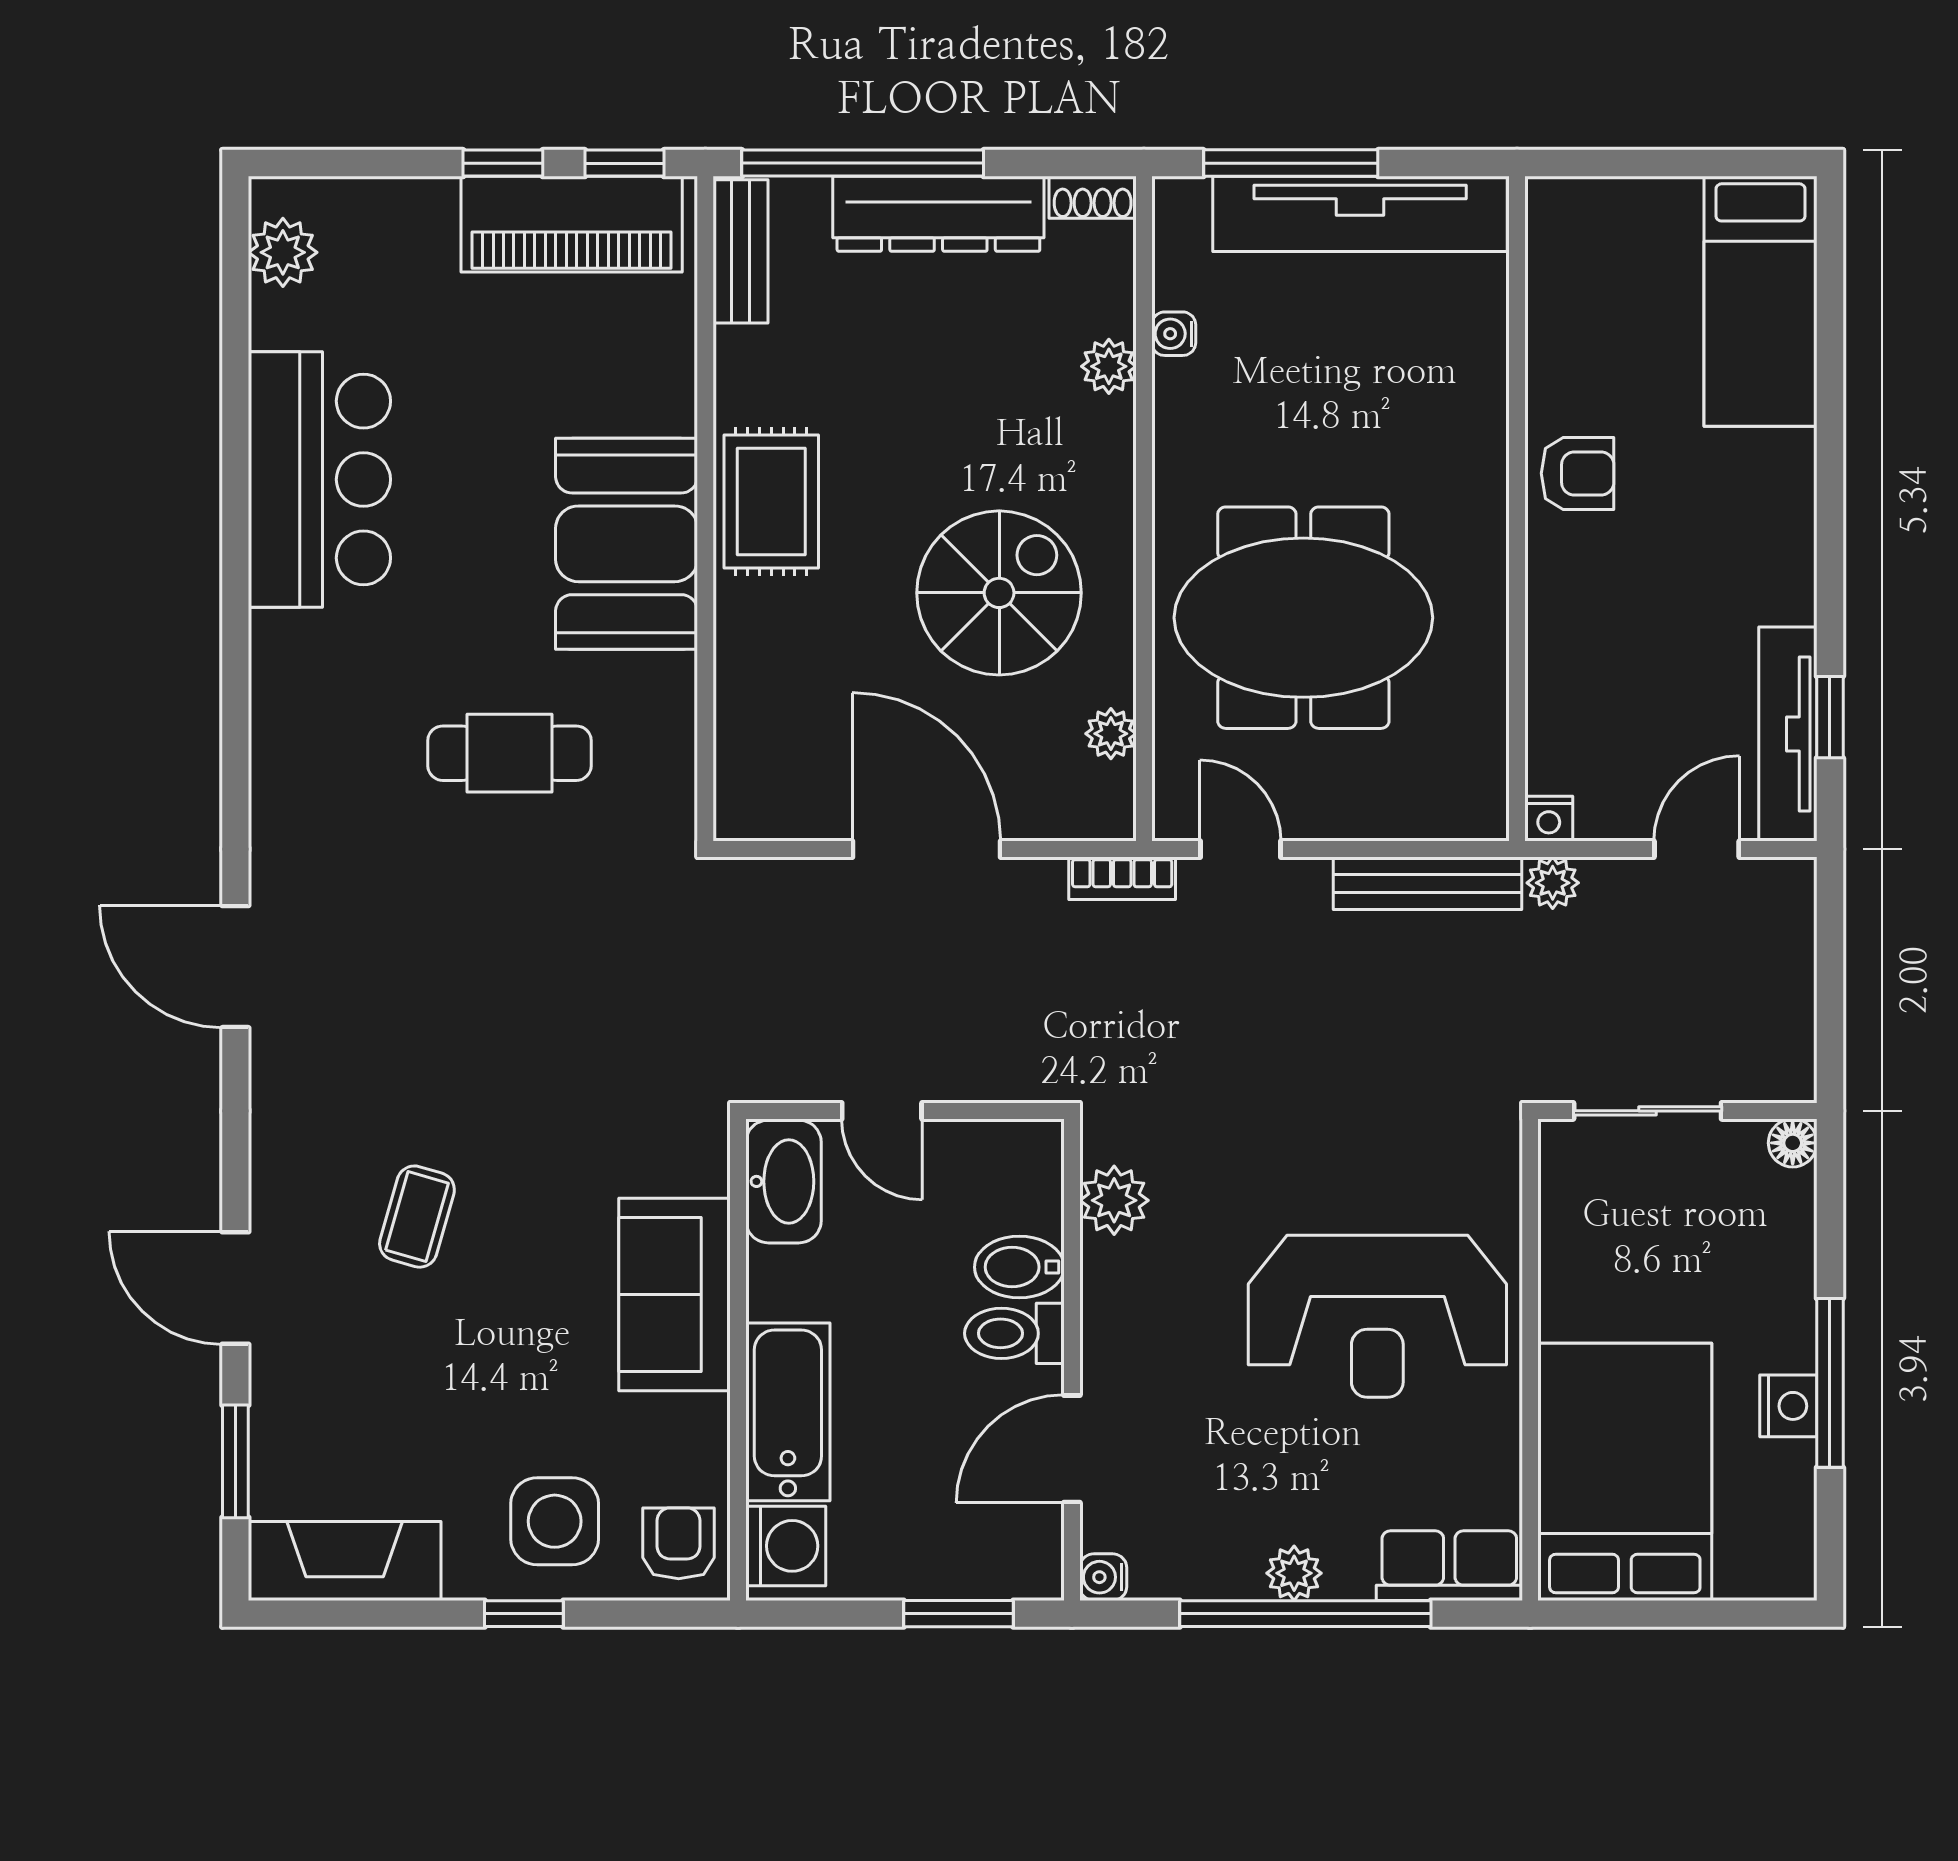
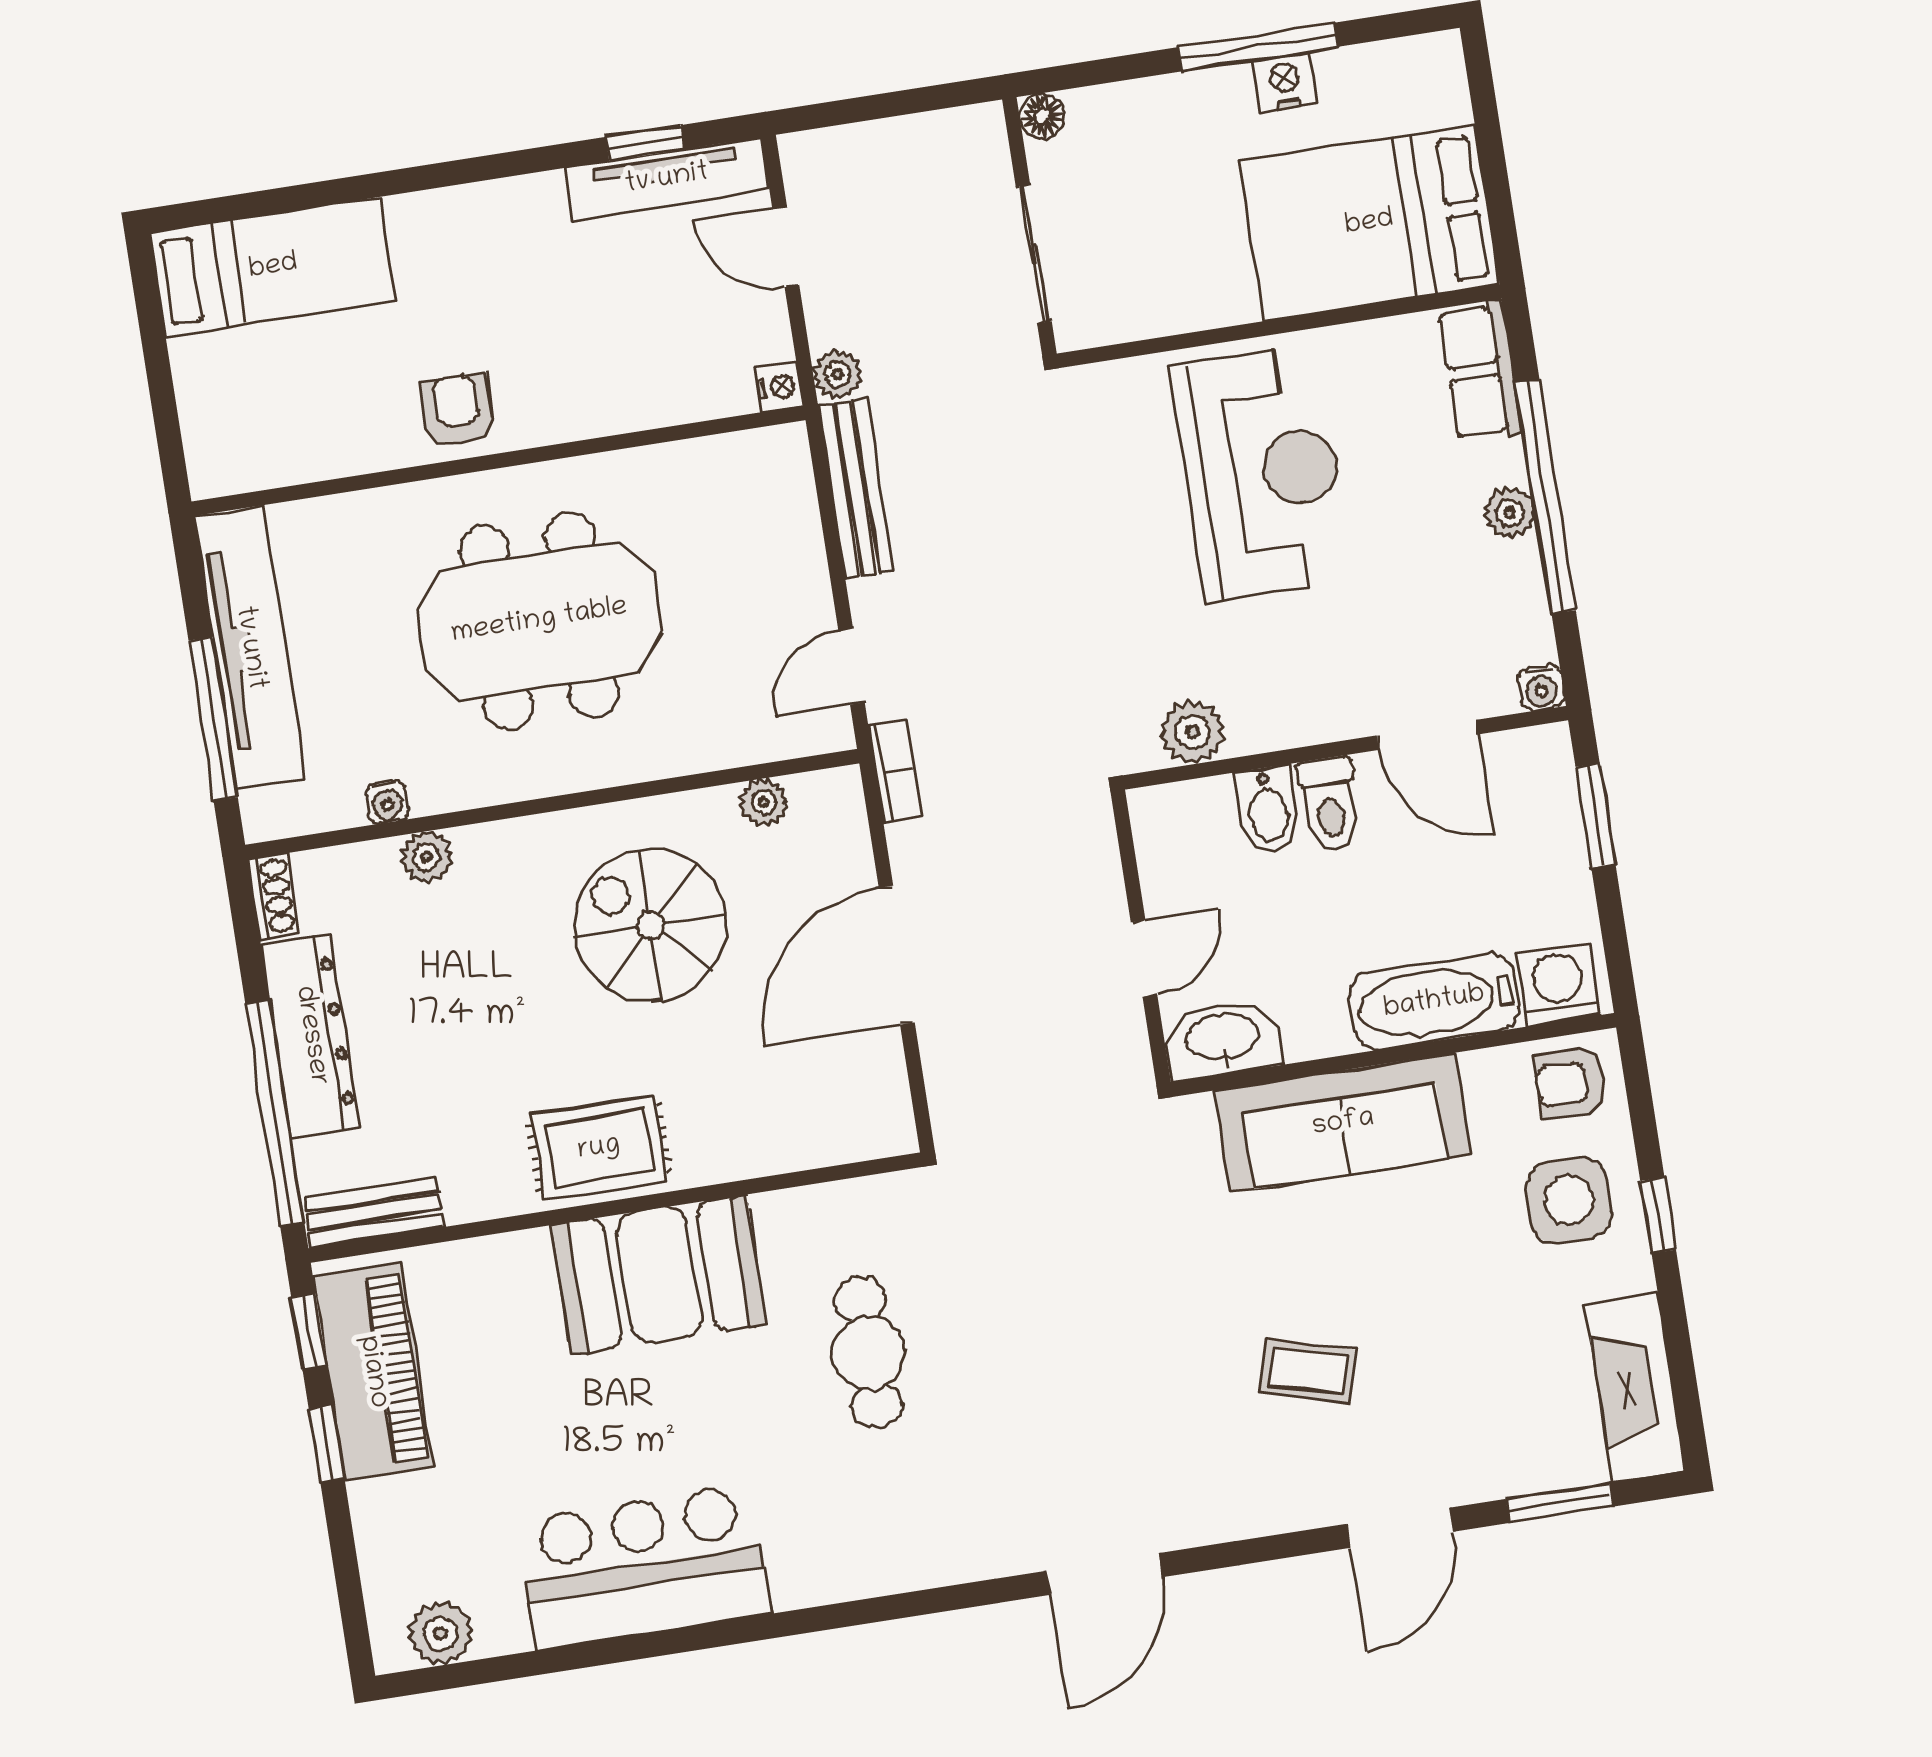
meeting table: (1303, 618) -> (539, 621), moved, turned 90
sofa: (674, 1295) -> (1343, 1123), width x1.36

